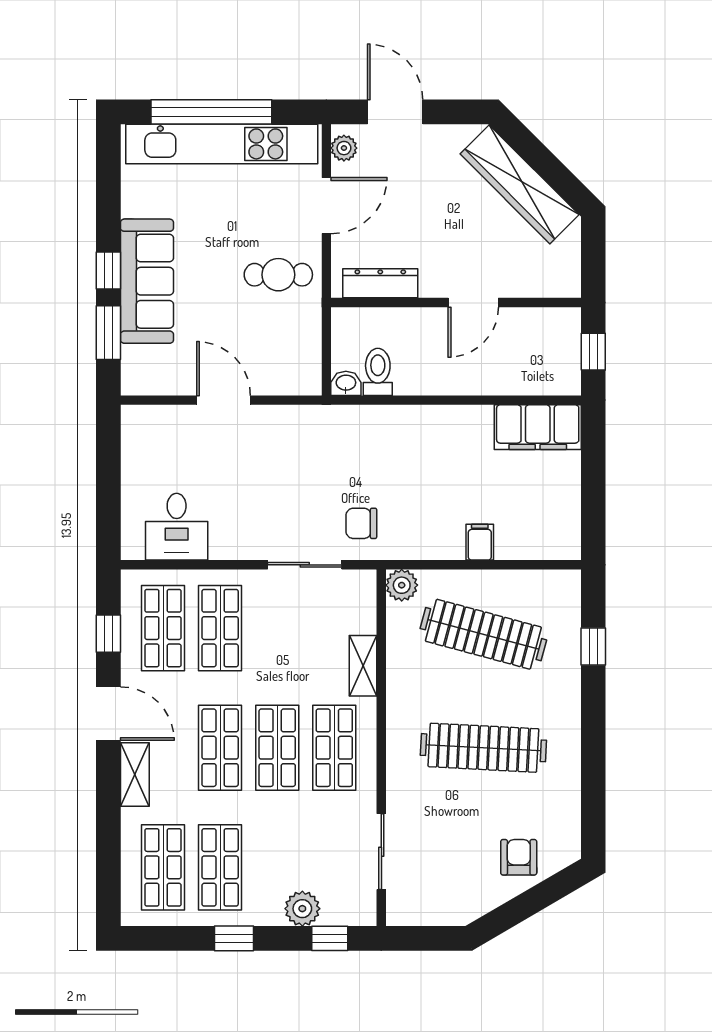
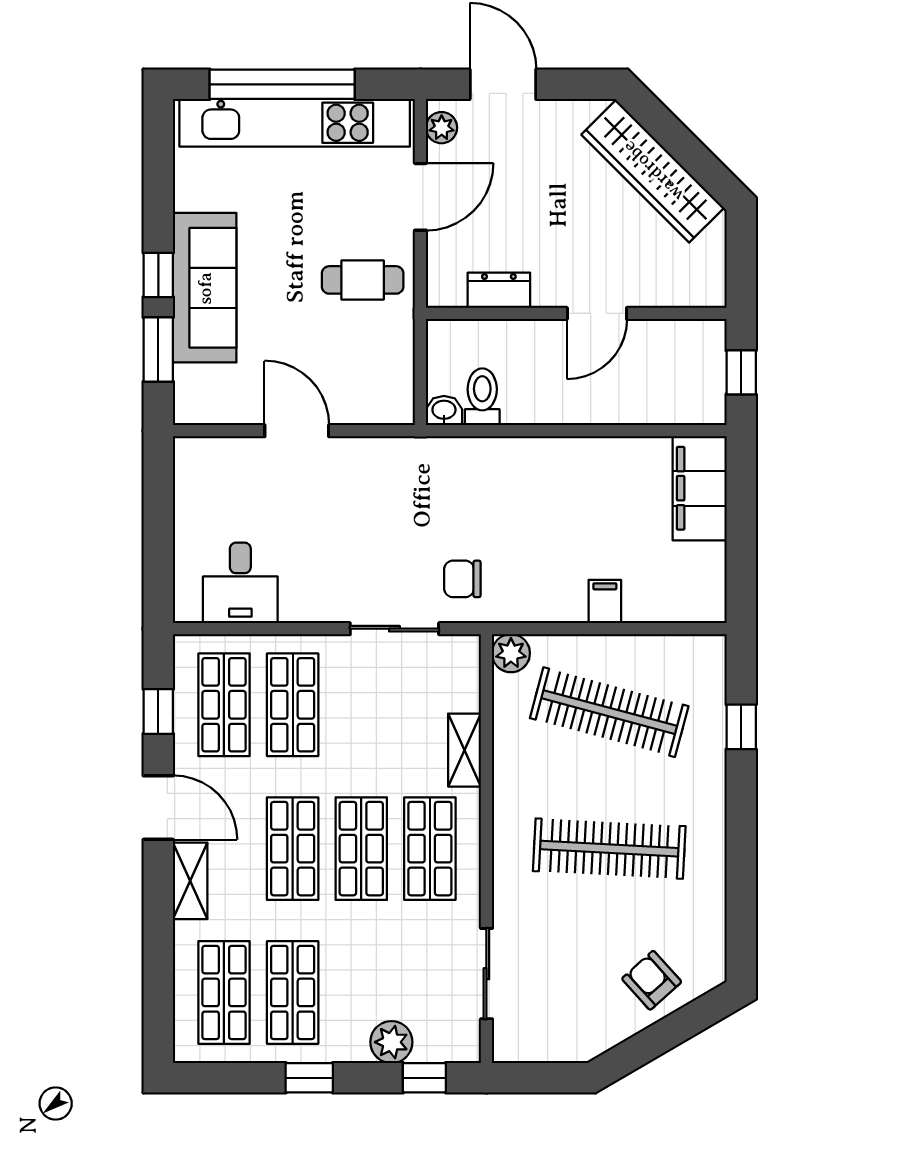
dresser: (380, 283) -> (499, 290), width x0.70
filing cabinet: (538, 427) -> (700, 488), moved, turned 90
armchair: (519, 857) -> (652, 980), turned -42

